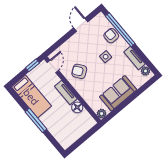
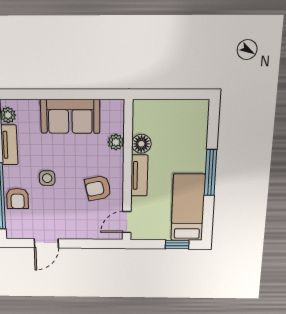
window: (32, 65) -> (177, 244), moved
armchair: (79, 71) -> (98, 188), turned 114
plant: (102, 114) -> (116, 142), moved

